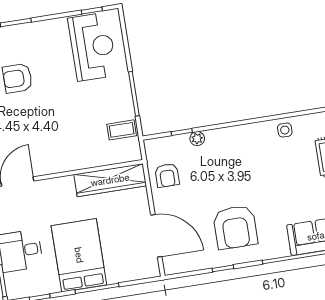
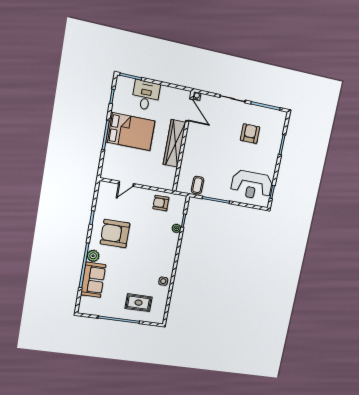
wardrobe: (110, 180) -> (174, 143), moved
door: (156, 236) -> (126, 184), width x0.53
plant: (279, 248) -> (93, 256), added

